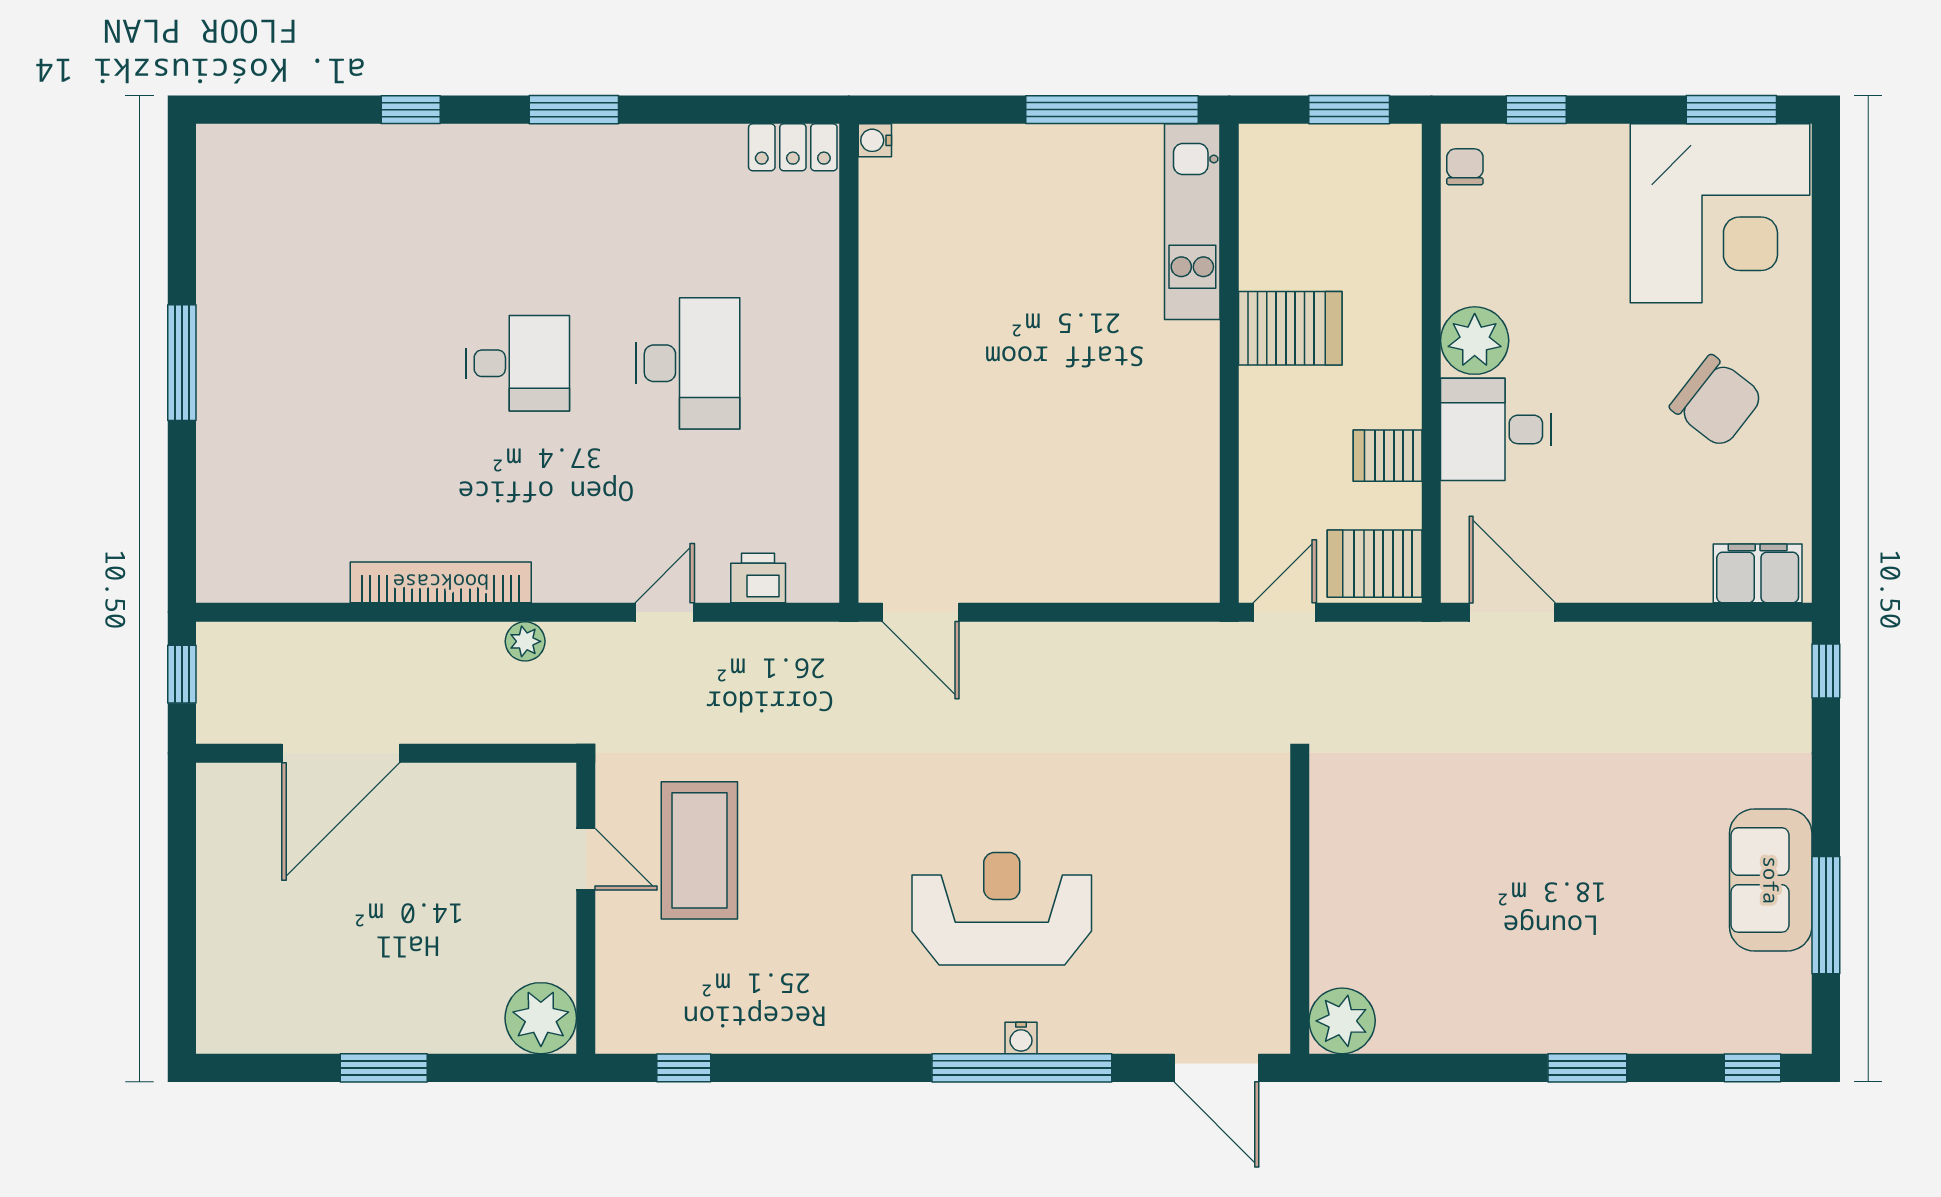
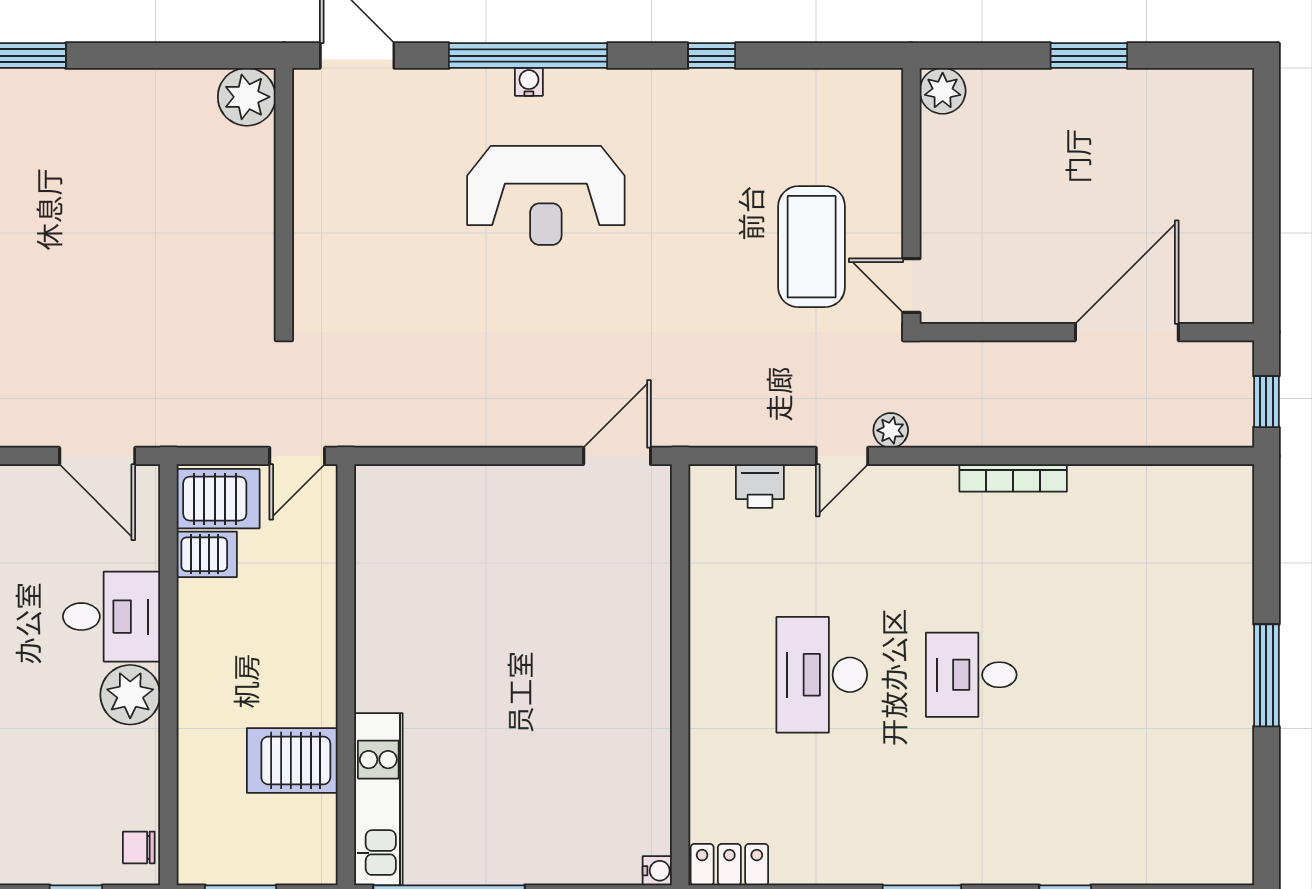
chair: (1465, 167) -> (139, 847), turned 90
server rack: (1290, 328) -> (292, 760), moved
server rack: (1388, 456) -> (207, 554), moved
bookcase: (441, 582) -> (1013, 478), width x0.68, depth x0.76
door: (921, 612) -> (617, 456), hinge flipped
plant: (525, 641) -> (891, 430), moved
door: (586, 859) -> (911, 286), moved
plant: (541, 1018) -> (943, 91), width x0.73, depth x0.73
window: (684, 1068) -> (712, 56), moved

